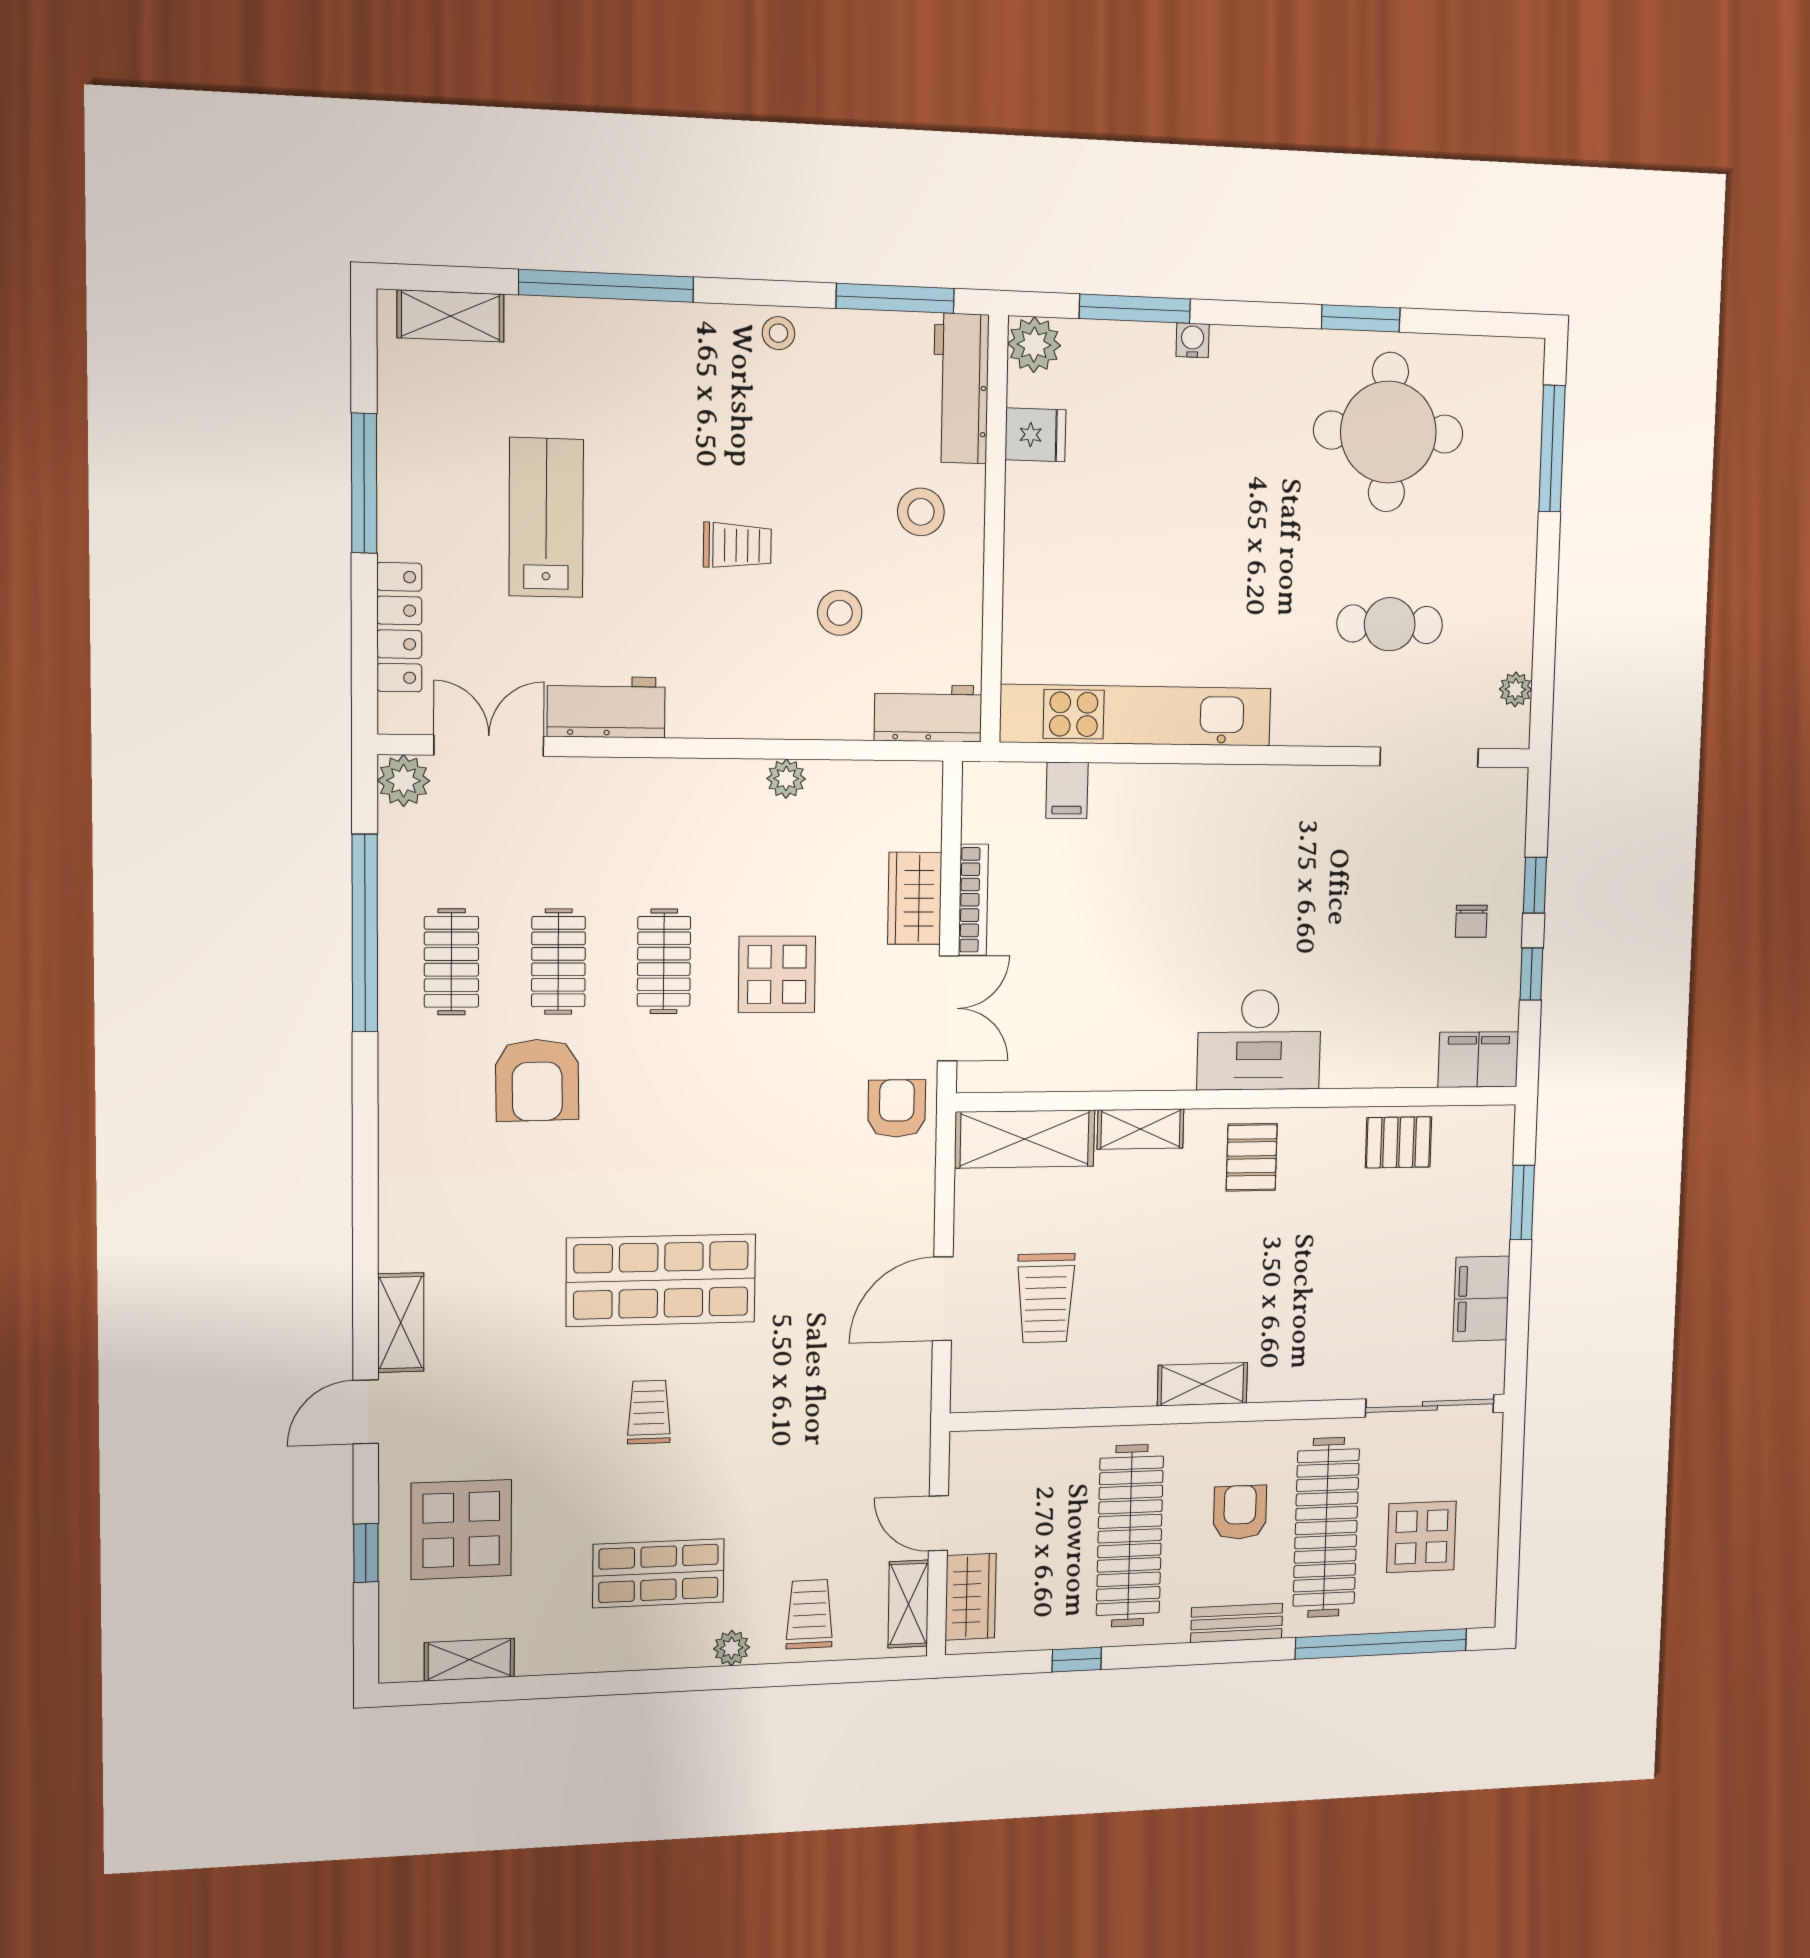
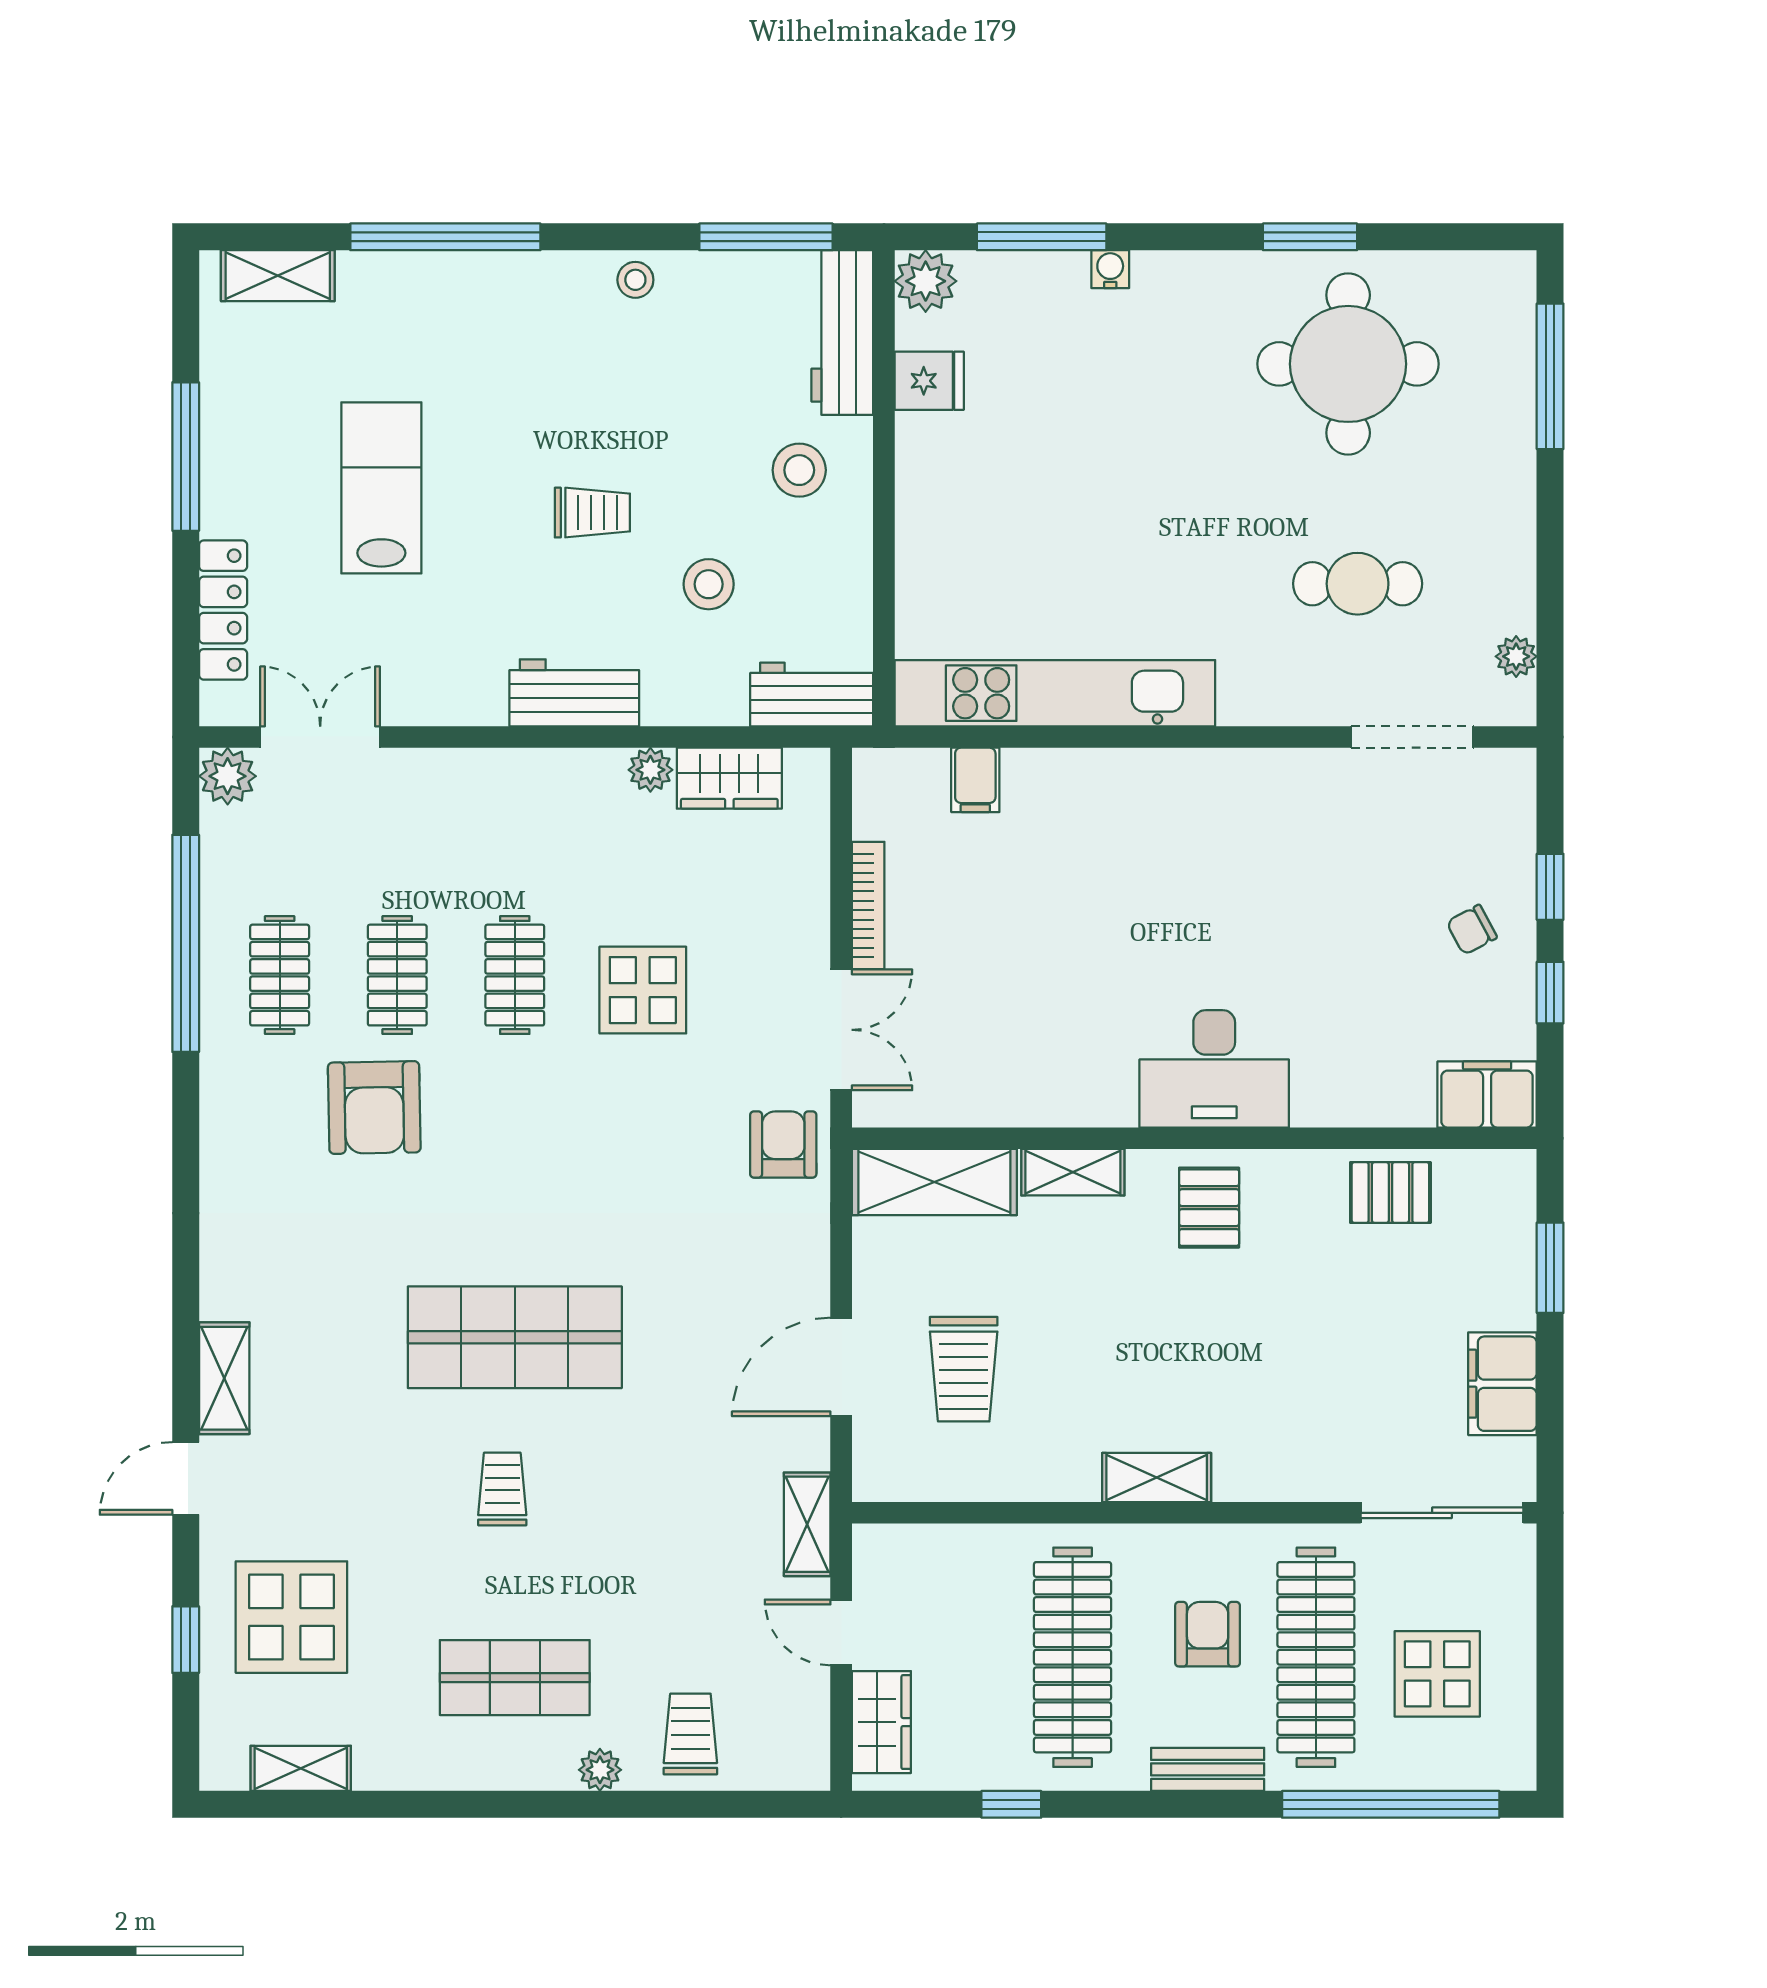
workbench: (606, 707) -> (574, 693), moved
wardrobe: (915, 898) -> (729, 778), moved, turned -90
chair: (1471, 921) -> (1472, 930), turned 62
shelving: (908, 1604) -> (807, 1524), moved

